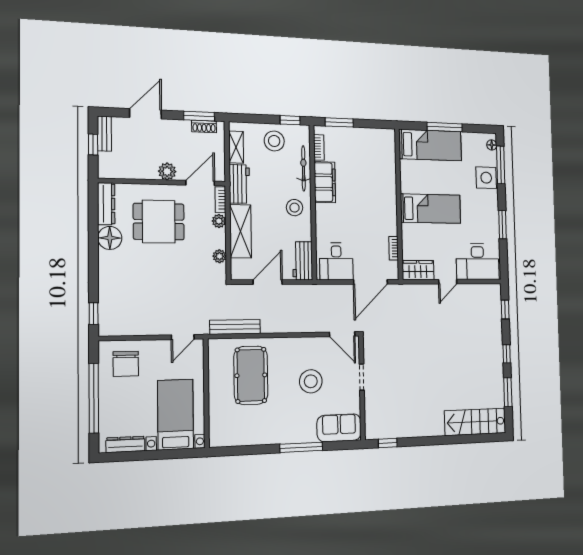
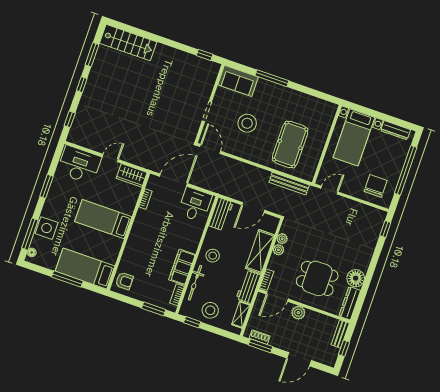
bench: (104, 134) -> (340, 334), moved
armchair: (383, 145) -> (124, 281), added
plant: (219, 221) -> (278, 250), moved

